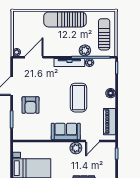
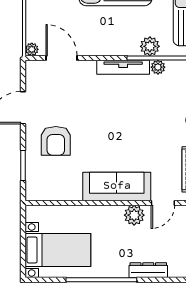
door: (34, 57) -> (62, 58), hinge flipped
coffee table: (78, 98) -> (139, 128), removed
sofa: (66, 131) -> (117, 186), width x1.36

